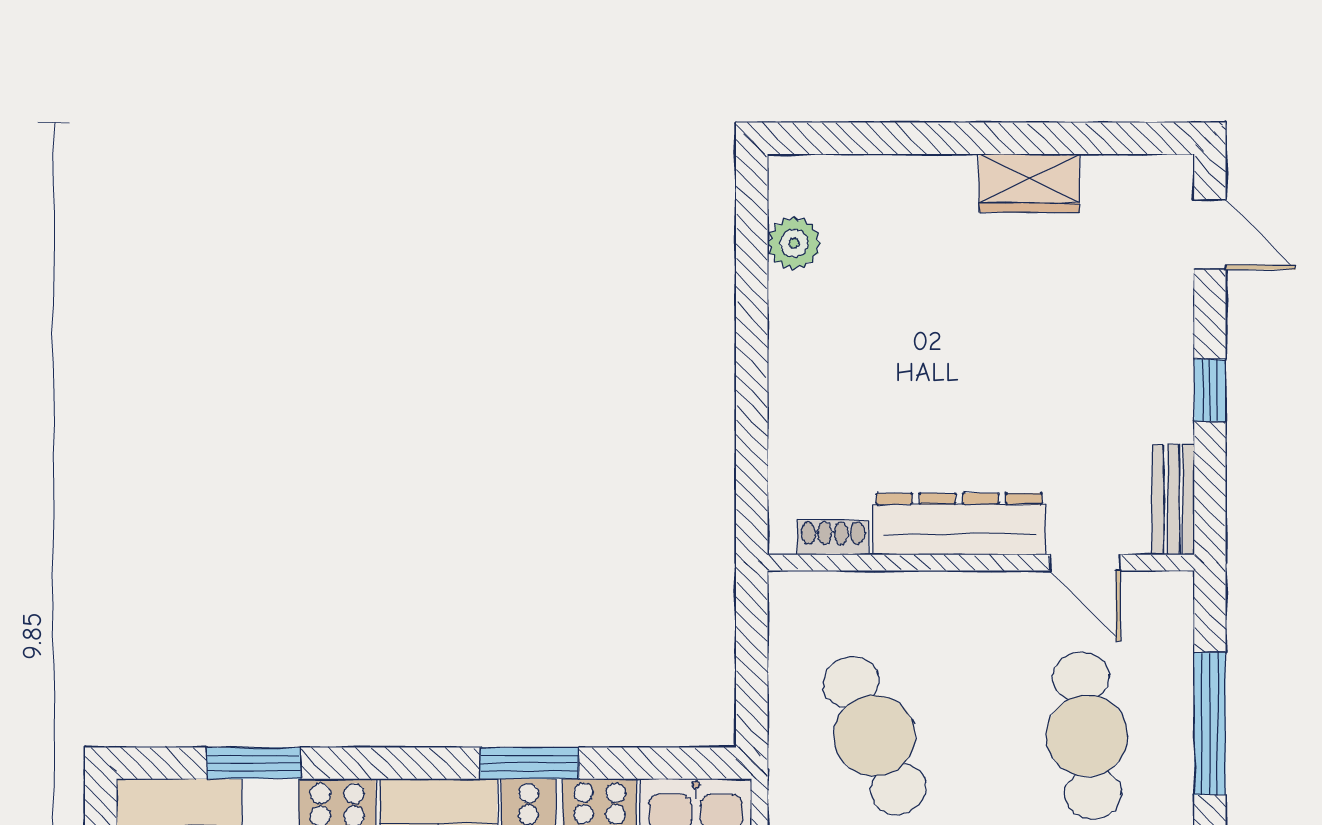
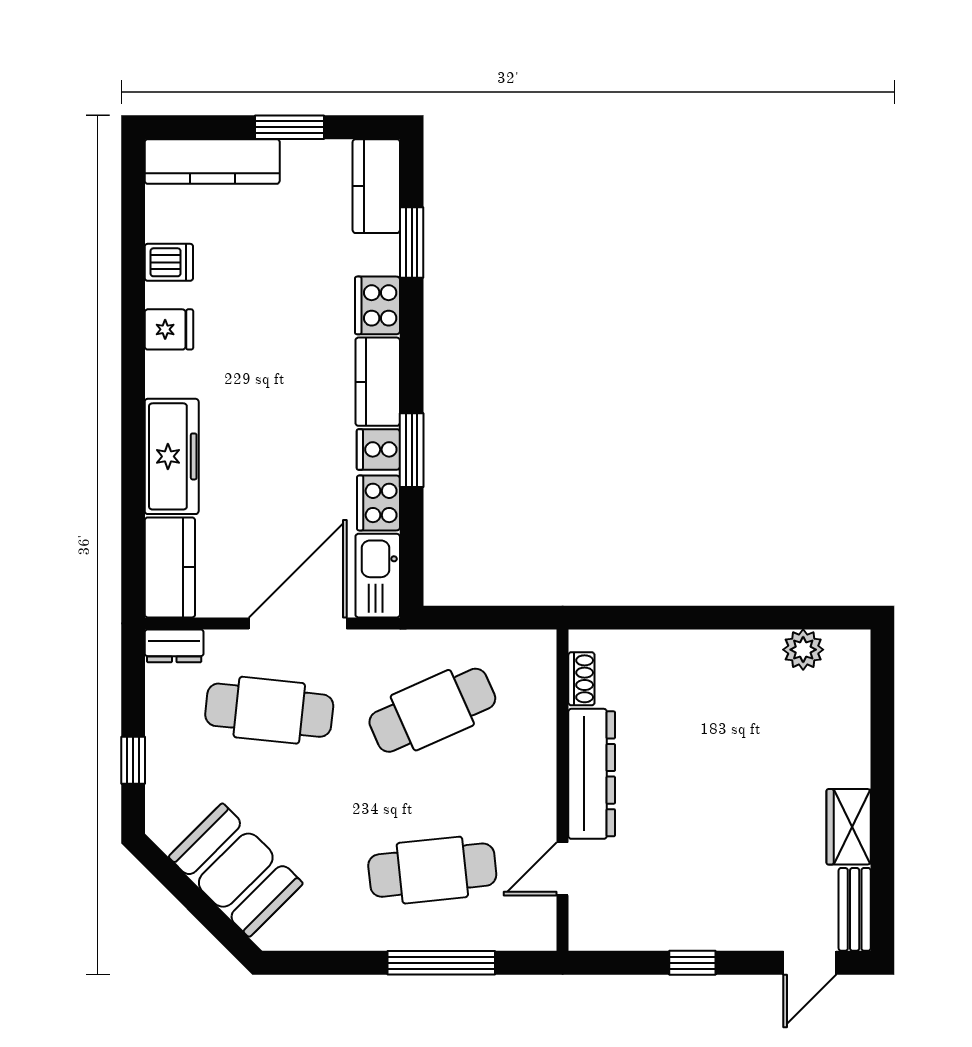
bench: (1173, 500) -> (855, 909), moved, turned 90

